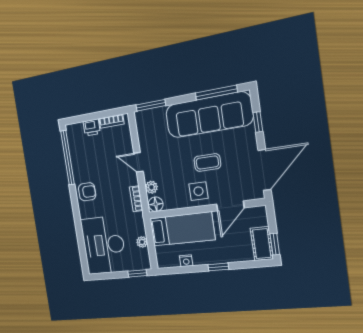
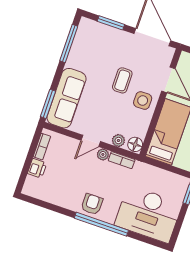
sofa: (209, 115) -> (66, 98), moved, width x0.74, depth x0.79
window: (258, 122) -> (111, 23), width x1.50
window: (67, 158) -> (101, 224), moved
plant: (142, 242) -> (103, 154), moved

